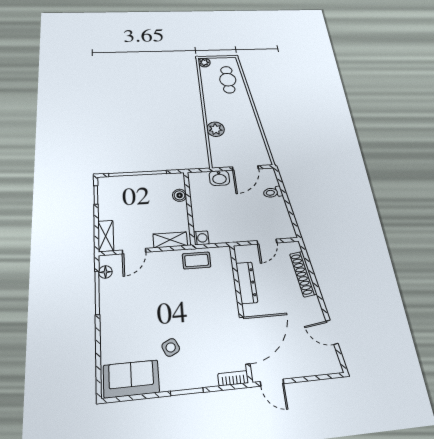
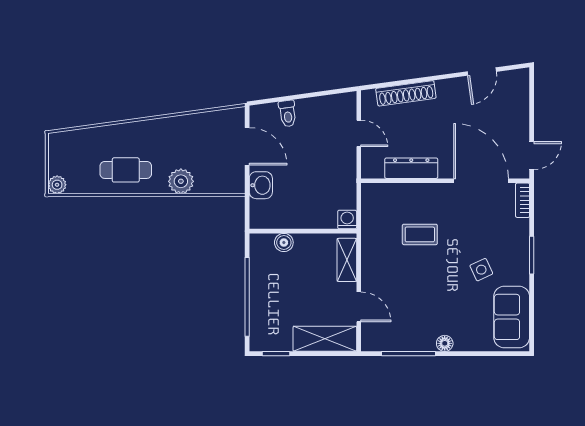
cafe table: (228, 80) -> (126, 170), moved
shelving: (106, 236) -> (325, 339), width x1.50, depth x1.33
coffee table: (197, 260) -> (420, 234), moved, turned 90
floor lamp: (105, 272) -> (445, 343), moved

